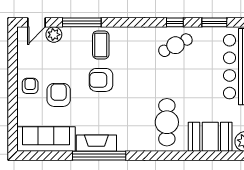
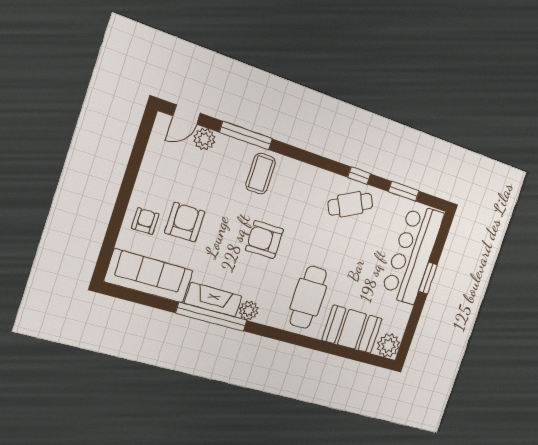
armchair: (101, 80) -> (264, 240), moved
armchair: (30, 86) -> (145, 221), moved
plant: (125, 144) -> (249, 311), added

